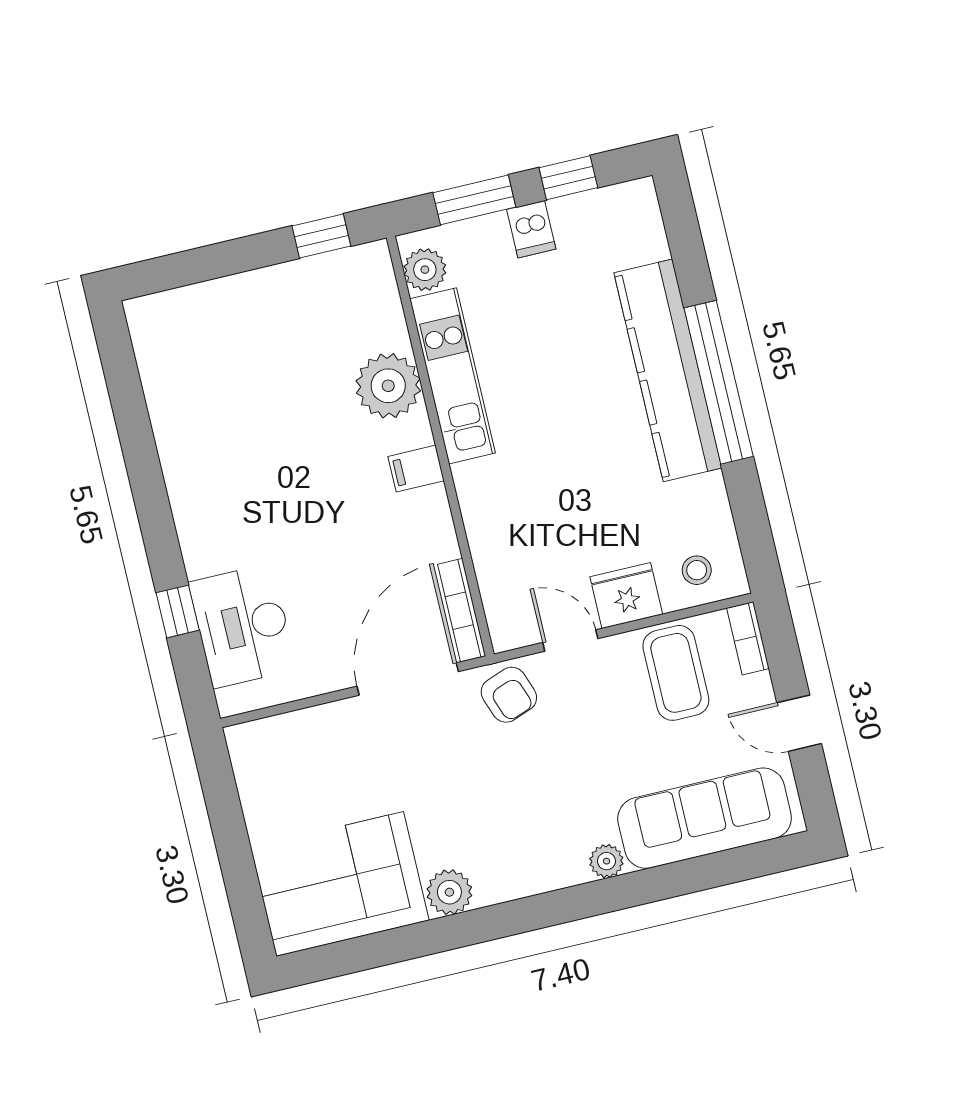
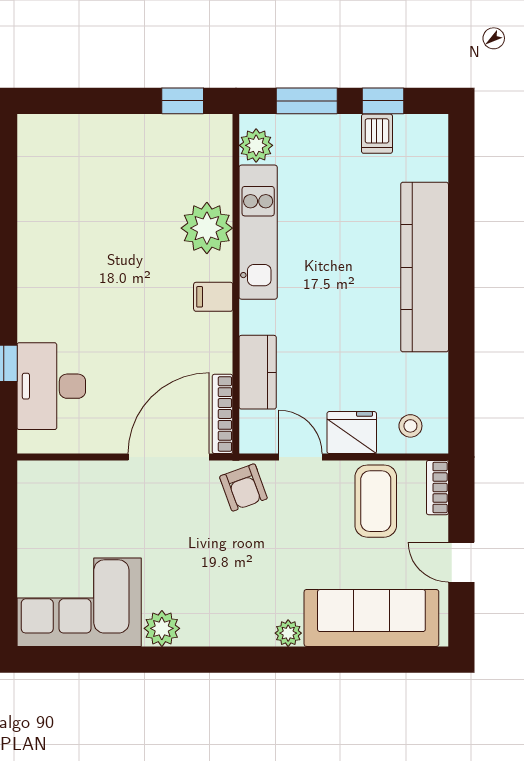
dishwasher: (531, 229) -> (377, 134), moved
window: (719, 382) -> (461, 285), removed
kitchen counter: (493, 549) -> (258, 372), added

